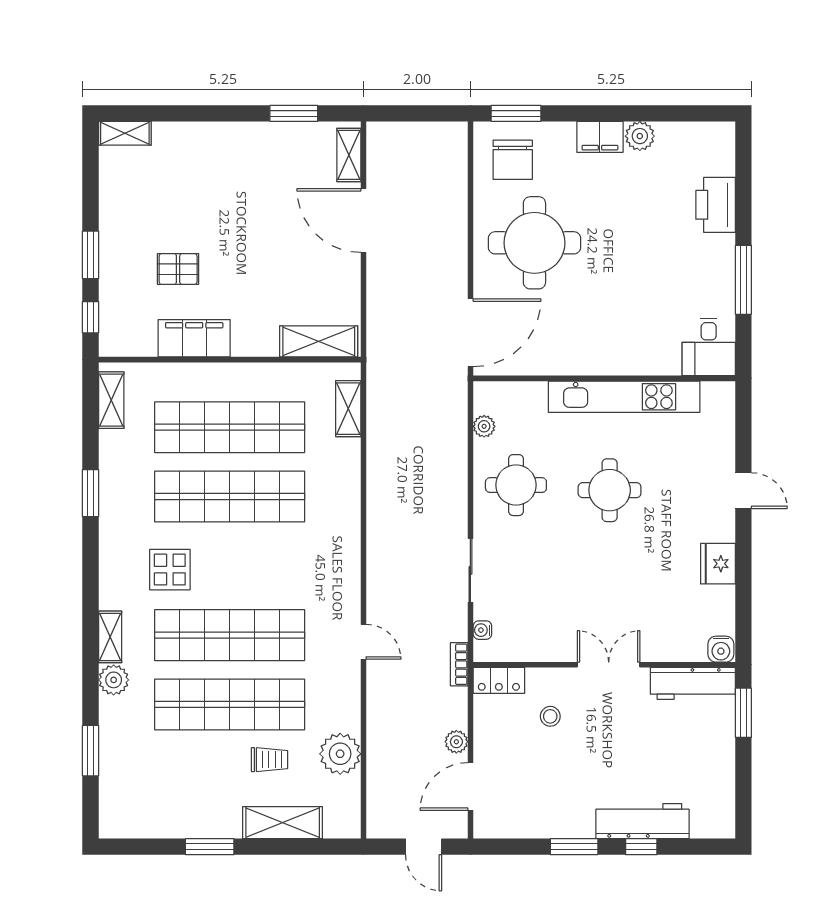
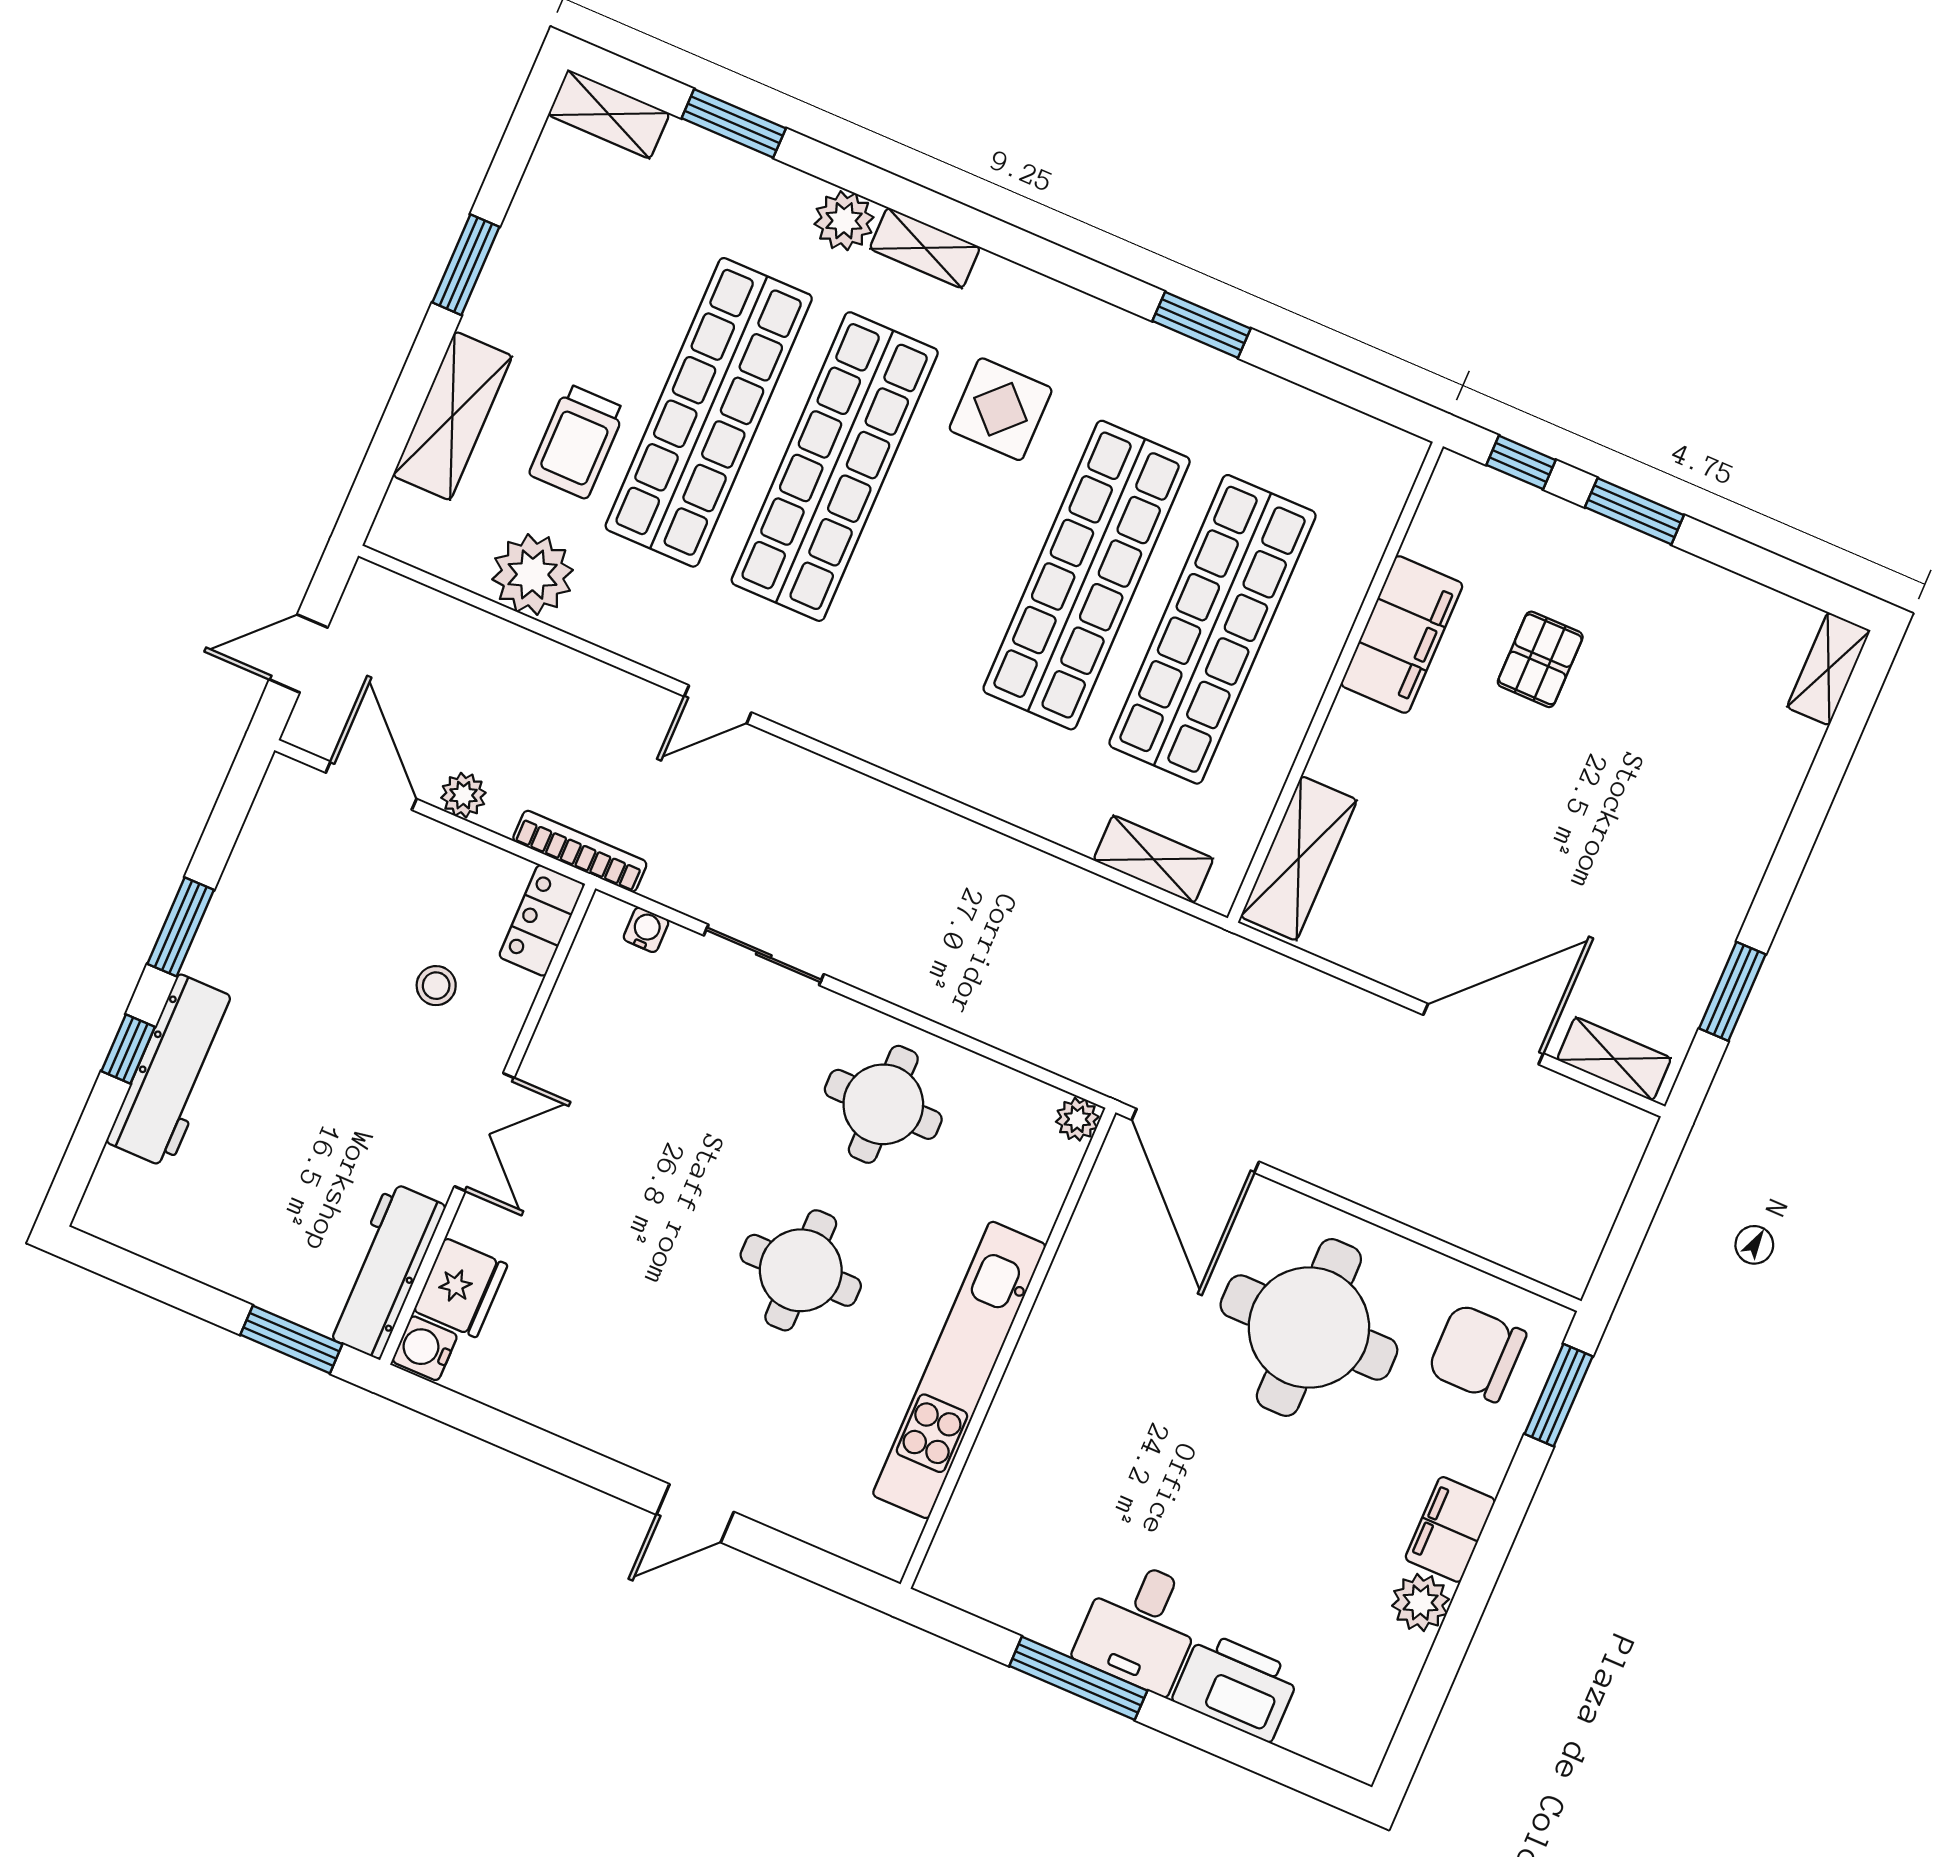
desk: (709, 347) -> (1141, 1626), moved, turned -90
shelving: (111, 400) -> (609, 114), moved
plant: (484, 426) -> (1077, 1119), moved
fridge: (718, 564) -> (461, 1288), moved, turned 90
bookcase: (459, 664) -> (580, 851), width x1.56
trolley: (269, 760) -> (577, 442), width x1.36, depth x1.39

